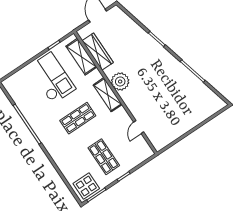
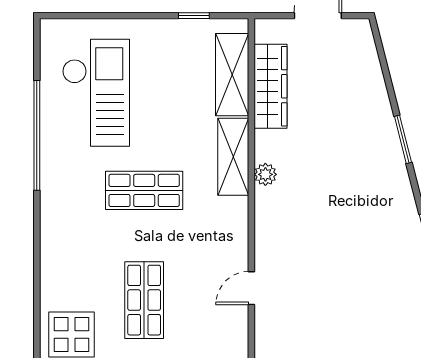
checkout: (52, 78) -> (96, 93), moved
plant: (120, 82) -> (265, 174), width x0.53, depth x0.53
shelving: (108, 95) -> (233, 157), moved

